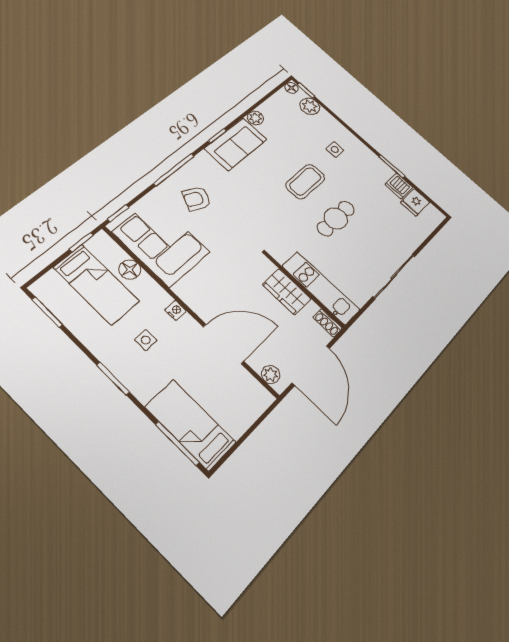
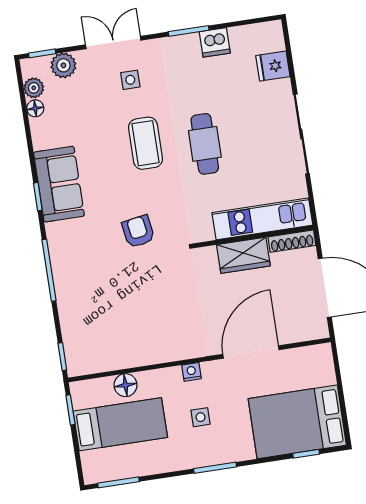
floor lamp: (291, 88) -> (35, 108), moved
plant: (255, 118) -> (34, 88), moved
double door: (347, 127) -> (113, 42), added
armchair: (197, 199) -> (138, 231), moved, turned 146
fridge: (415, 202) -> (273, 66), moved, turned 90
corner sofa: (161, 242) -> (117, 337), removed
shoe rack: (328, 323) -> (292, 241), width x1.43
plant: (271, 374) -> (307, 331), removed
bed: (190, 425) -> (297, 422), width x1.50
window: (177, 444) -> (306, 454), width x0.46

